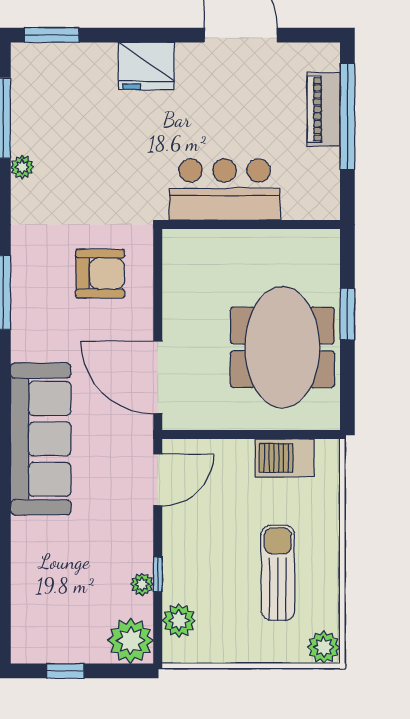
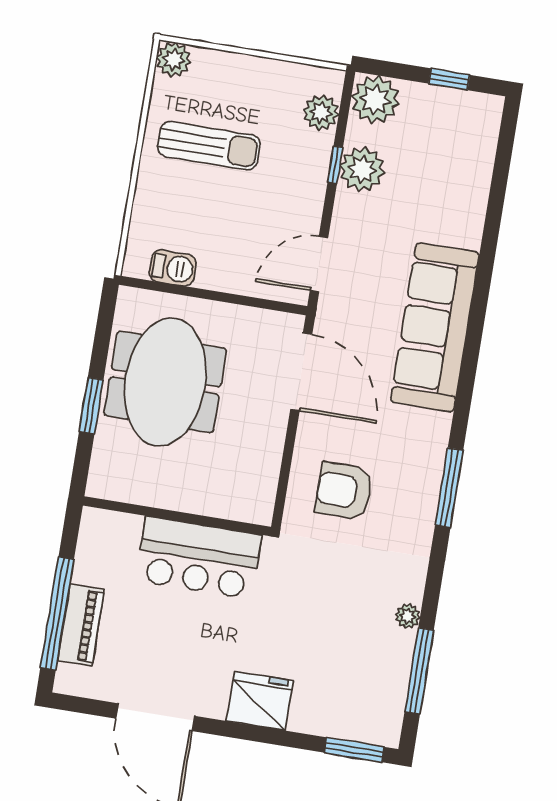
barbecue: (285, 458) -> (173, 268), width x0.73, depth x0.79
sun lounger: (278, 573) -> (209, 146), turned -90
plant: (142, 584) -> (362, 169), width x1.87, depth x1.87

